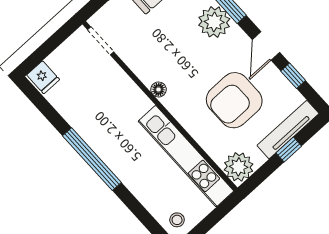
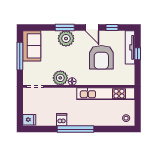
dishwasher: (87, 126) -> (62, 120), added
plant: (239, 167) -> (60, 78), moved

